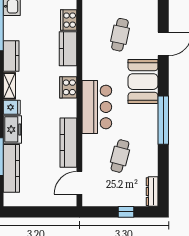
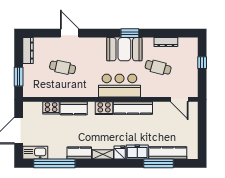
booth: (143, 82) -> (124, 49), moved
window: (163, 120) -> (130, 33), width x0.47
kitchen counter: (68, 143) -> (133, 108), moved
dresser: (152, 192) -> (166, 42), moved

